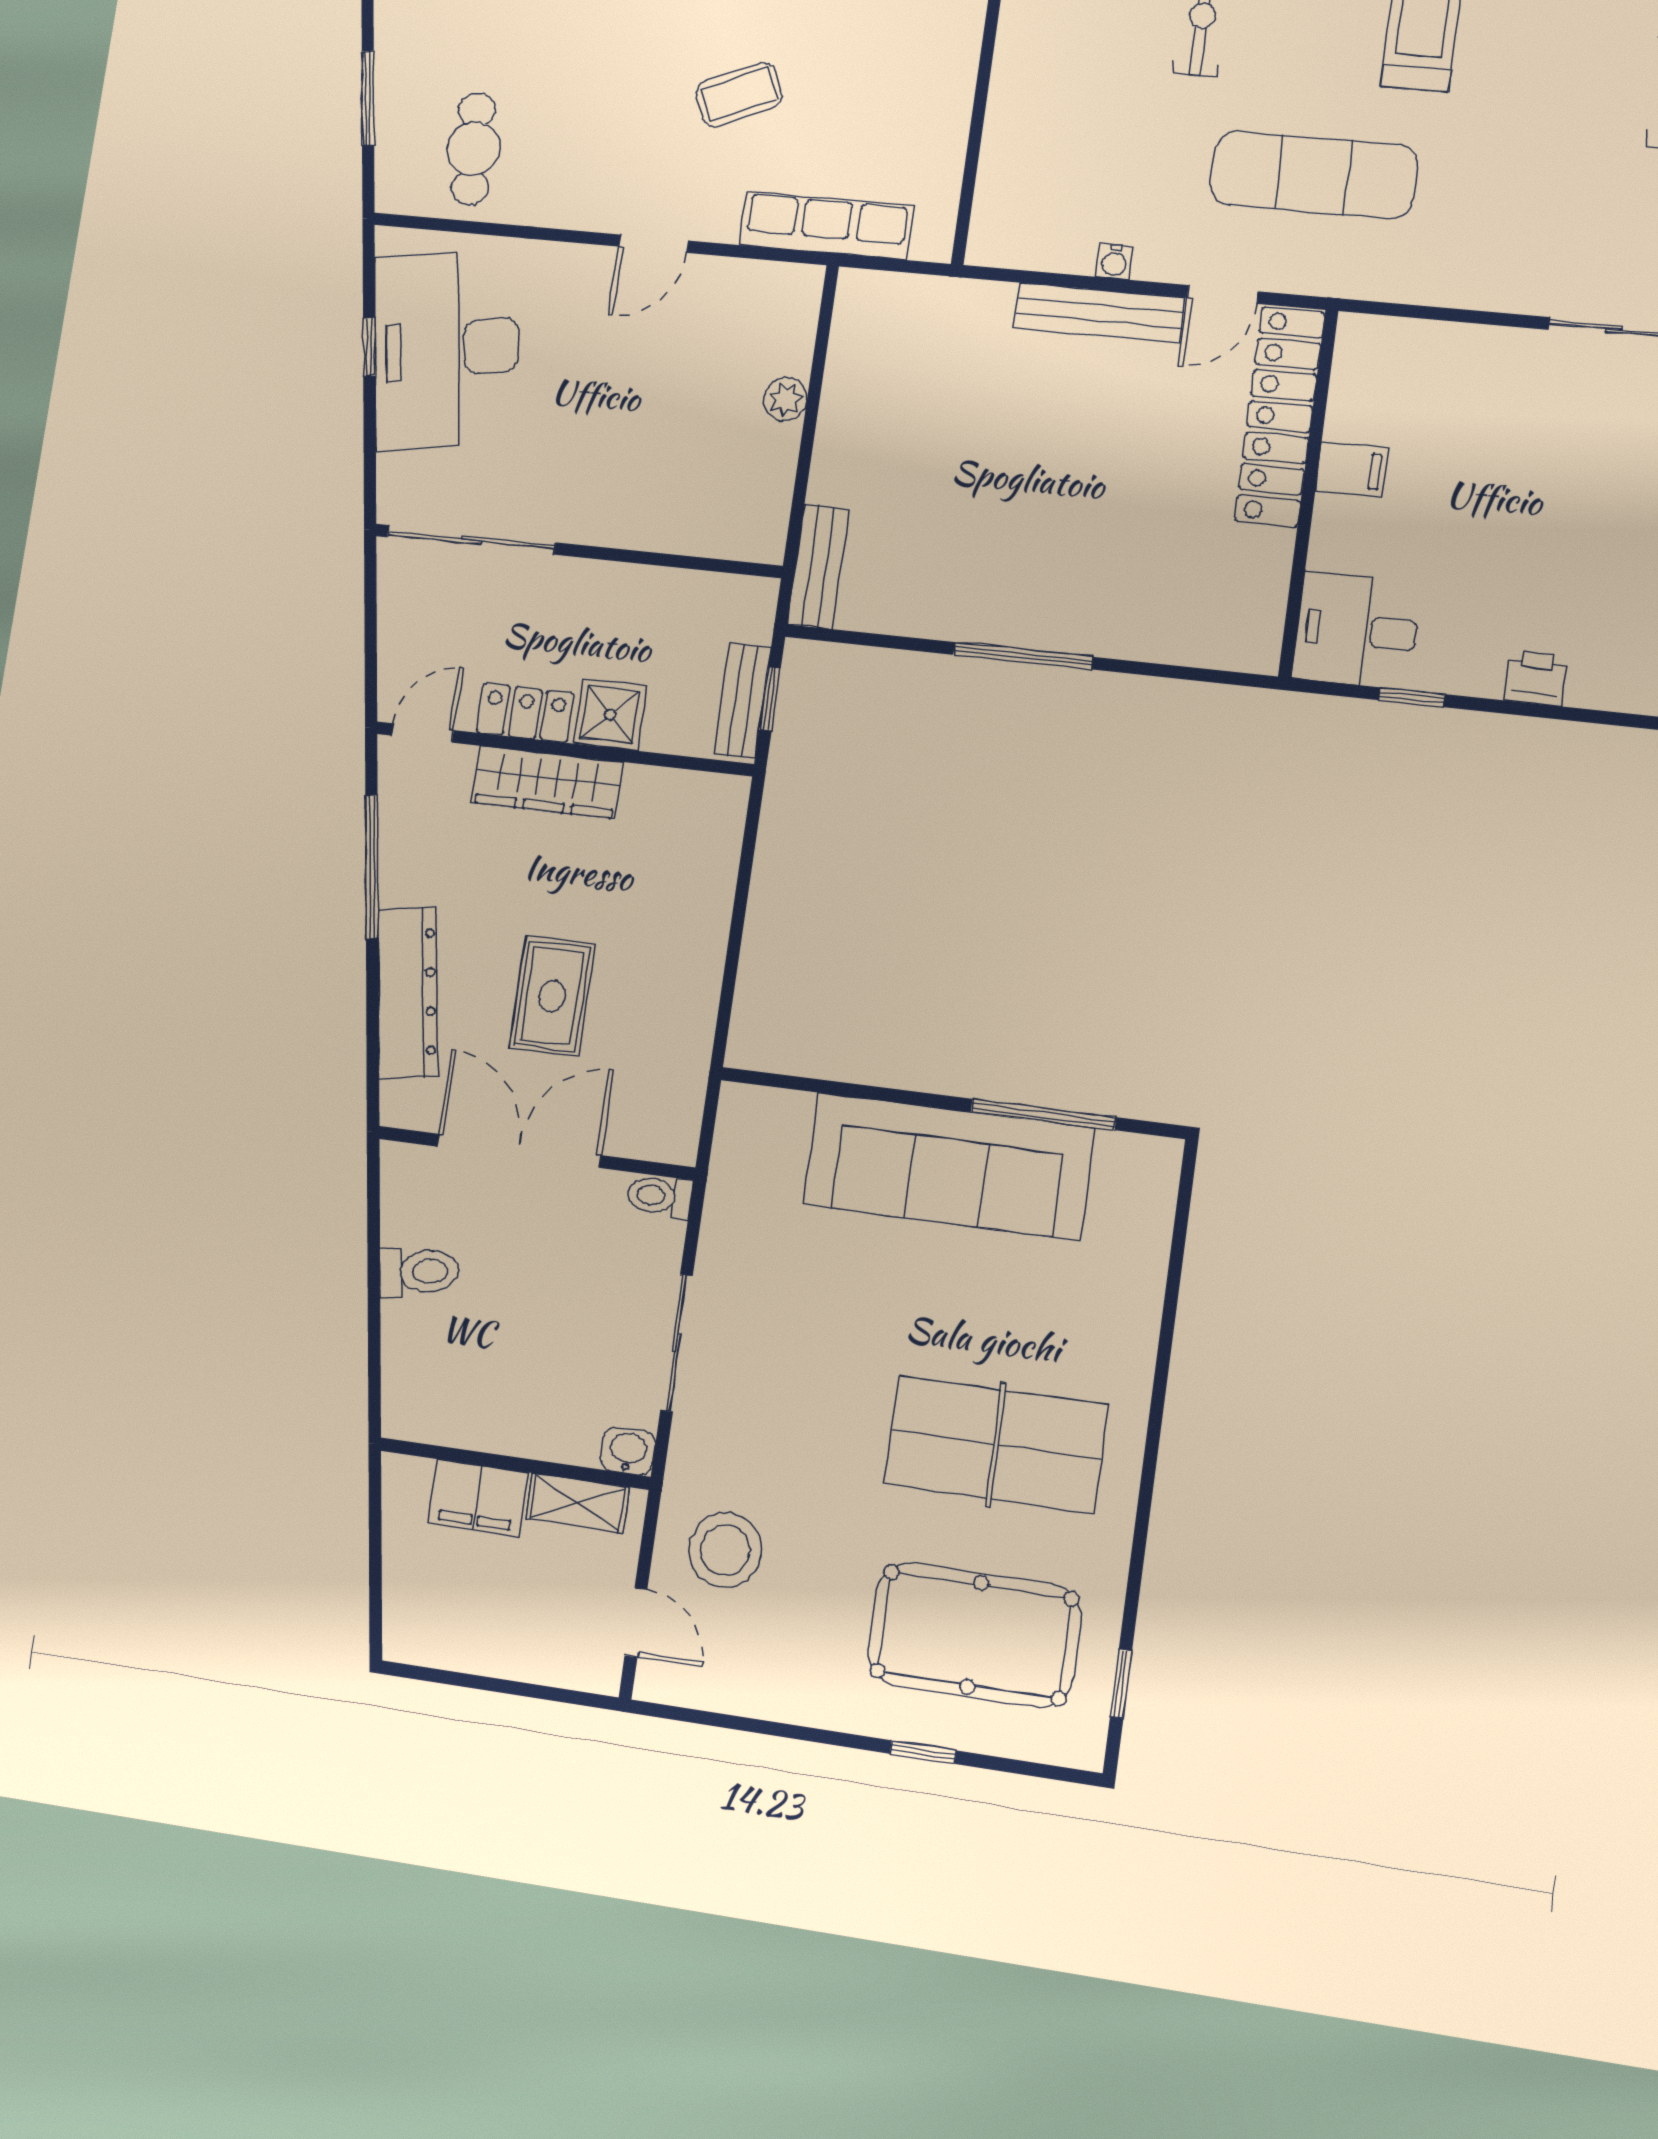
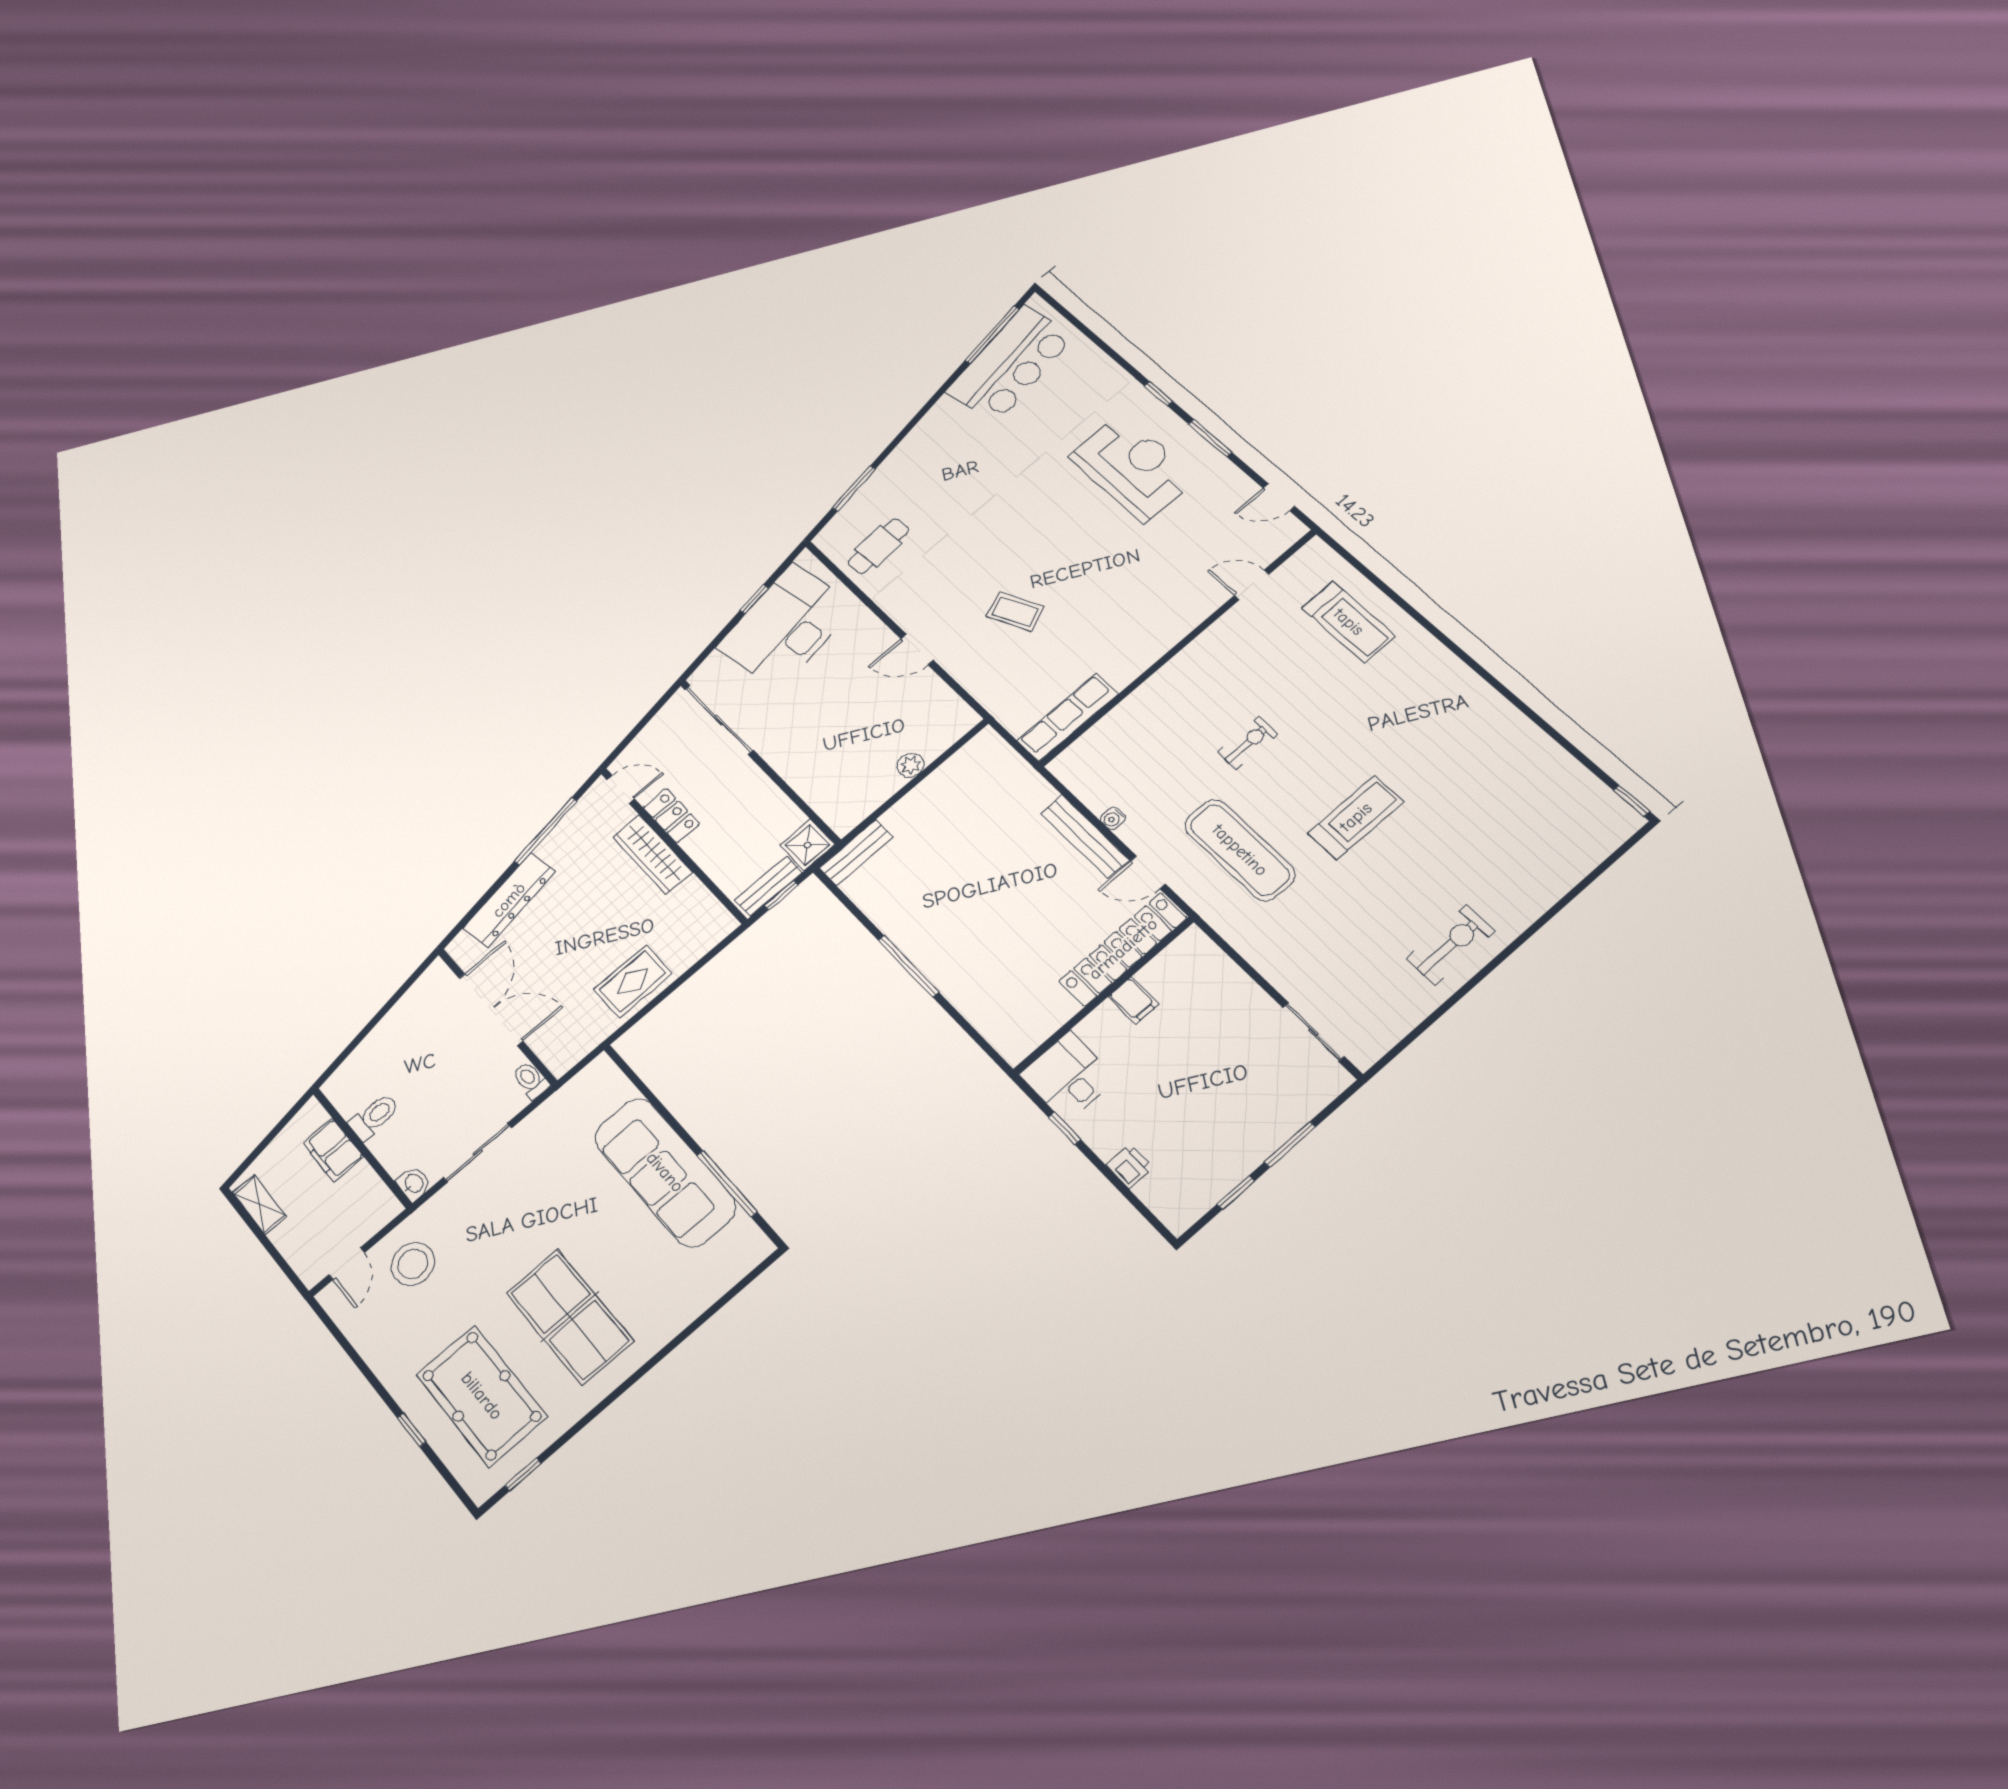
row of seats: (826, 226) -> (1068, 717), moved, turned -90
shower: (610, 715) -> (807, 845), moved
rug: (552, 996) -> (633, 981), moved
toilet: (419, 1272) -> (374, 1117), moved, turned -80
shelving: (577, 1503) -> (259, 1205), moved

